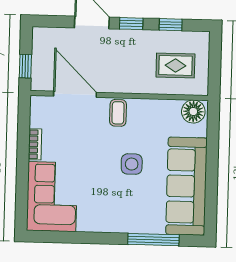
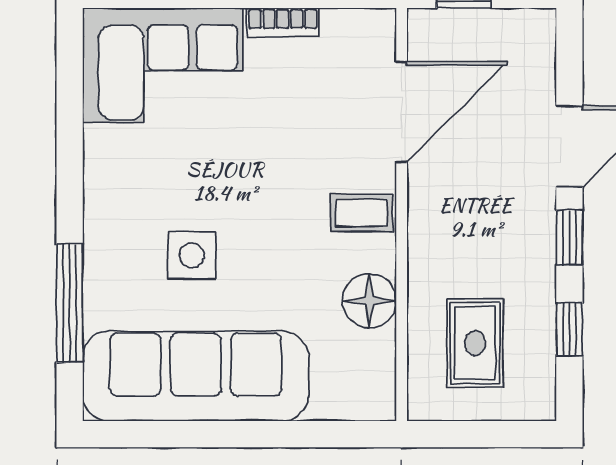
floor lamp: (193, 112) -> (369, 301), moved
side table: (132, 164) -> (192, 255), moved

